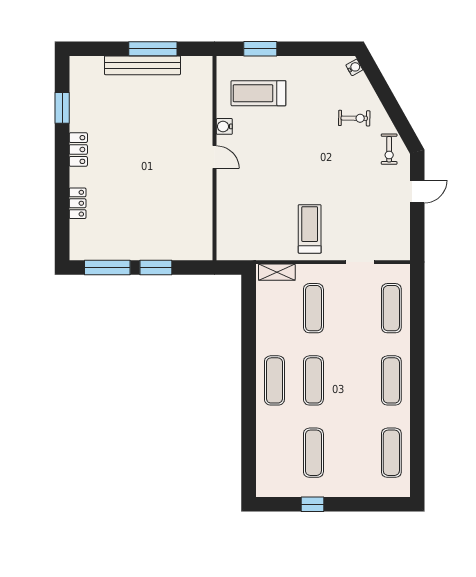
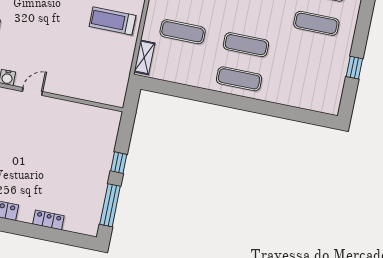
window: (156, 267) -> (119, 163), width x0.67
exercise mat: (313, 453) -> (316, 23), moved

